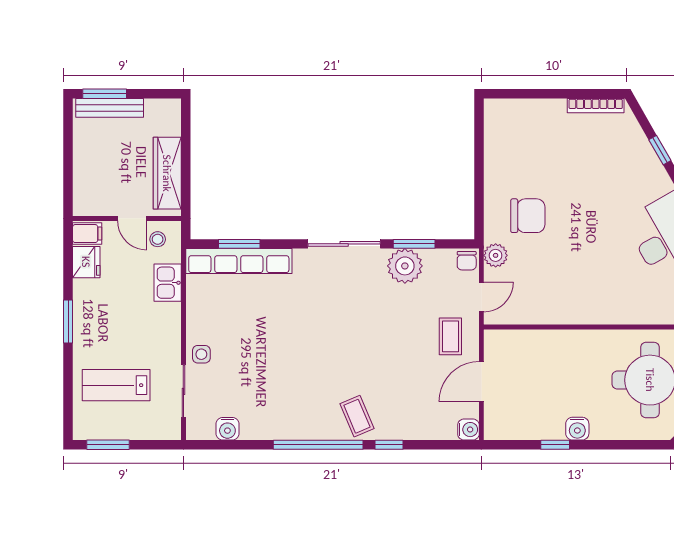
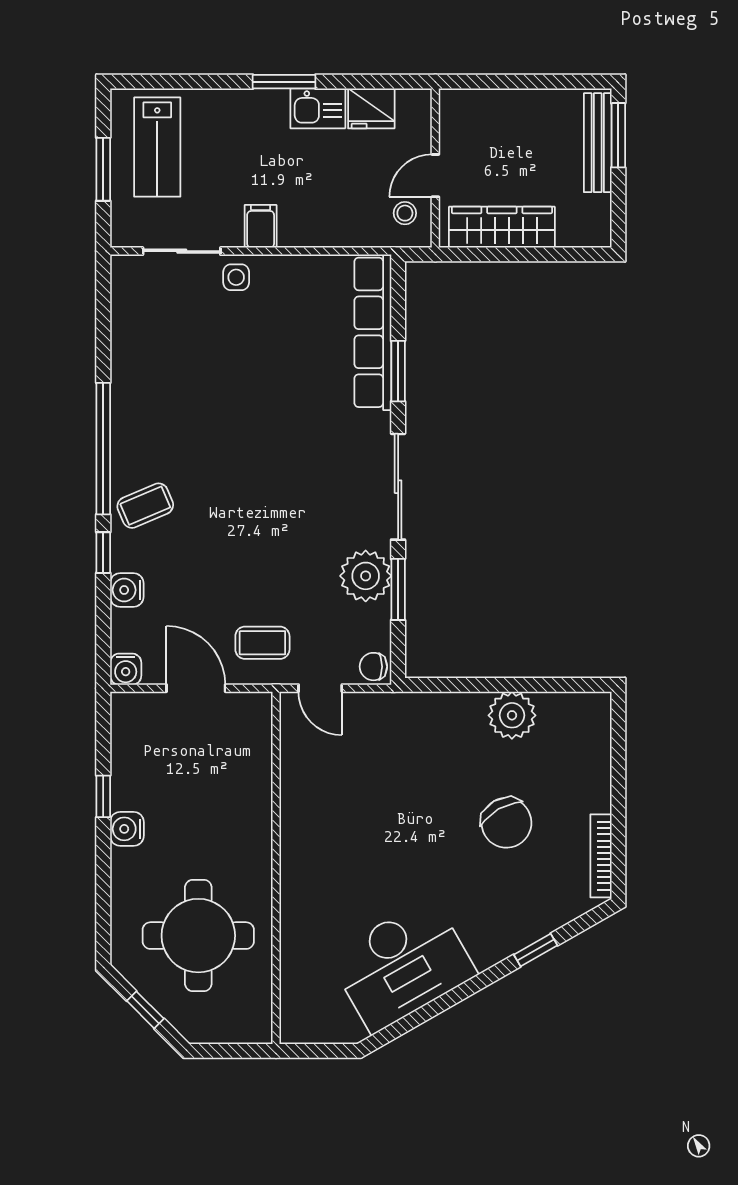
chair: (528, 216) -> (506, 823), moved, turned -30
filing cabinet: (87, 234) -> (261, 226), moved, turned 180
window: (239, 244) -> (398, 371), moved
plant: (496, 255) -> (512, 715), moved, width x1.36, depth x1.36
kitchen sink: (168, 283) -> (318, 108), moved, turned 180
lab bench: (116, 385) -> (157, 147), moved, turned 180
water cooler: (227, 429) -> (127, 590), moved
window: (108, 445) -> (103, 169), moved

